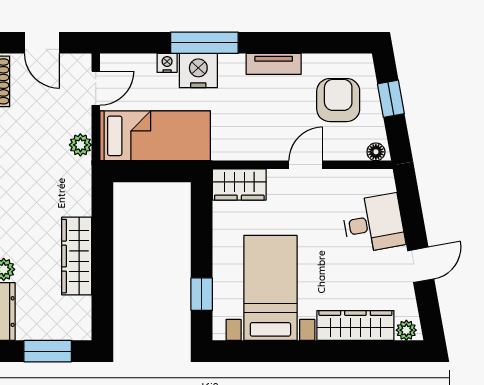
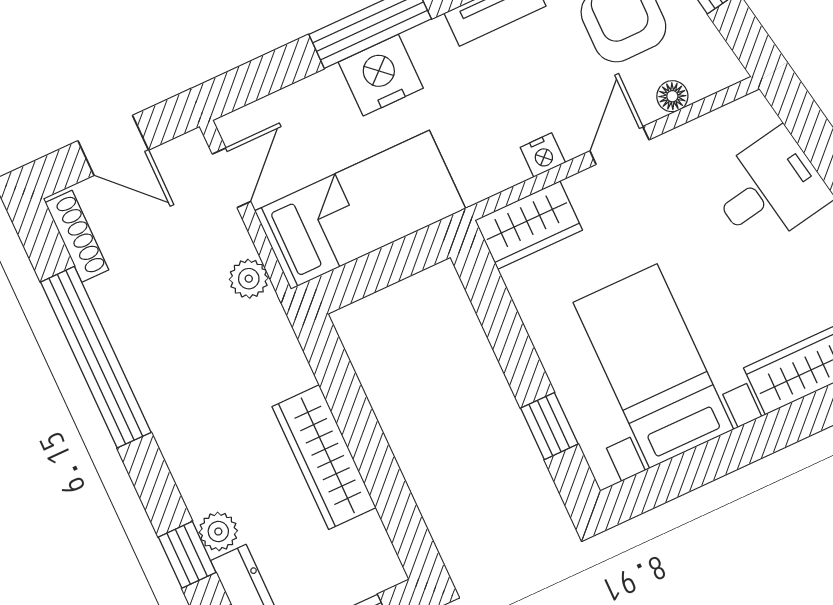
nightstand: (167, 63) -> (543, 155), moved, turned 180
floor lamp: (376, 152) -> (672, 96), moved

